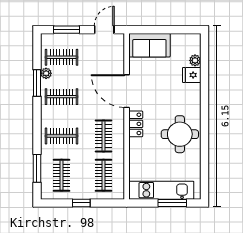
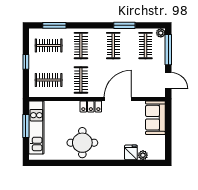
window: (67, 30) -> (168, 50), width x1.44
plant: (46, 73) -> (161, 33), moved
clothes rail: (104, 136) -> (81, 80), turned 90
window: (172, 203) -> (26, 126), moved

